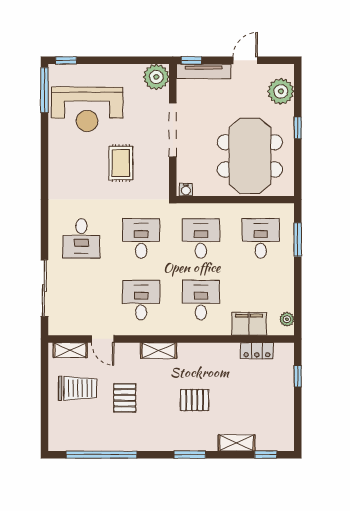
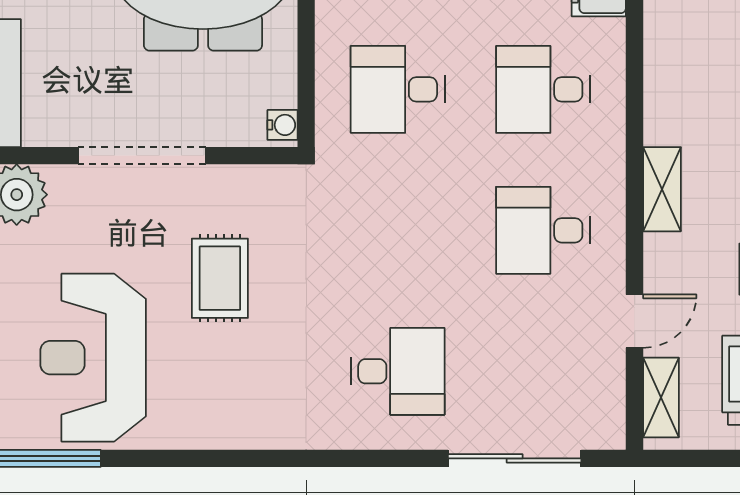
reception desk: (87, 109) -> (93, 358), turned 180
rug: (121, 163) -> (220, 278), turned 90
desk: (141, 238) -> (398, 230), removed

